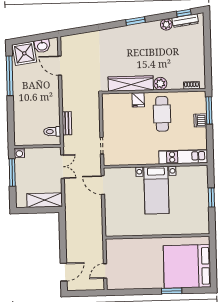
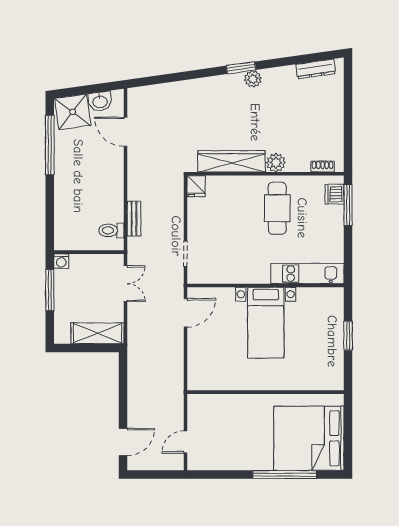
window: (184, 13) -> (314, 57), removed
plant: (166, 24) -> (253, 79), moved
fridge: (138, 100) -> (196, 186), moved
dishwasher: (200, 120) -> (335, 194), moved
door: (103, 185) -> (186, 313), swing flipped
window: (172, 291) -> (285, 475), width x2.11

